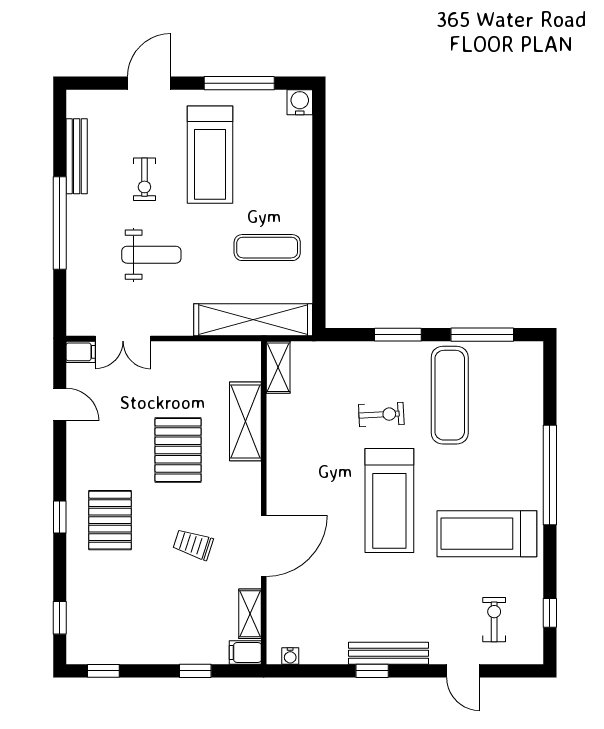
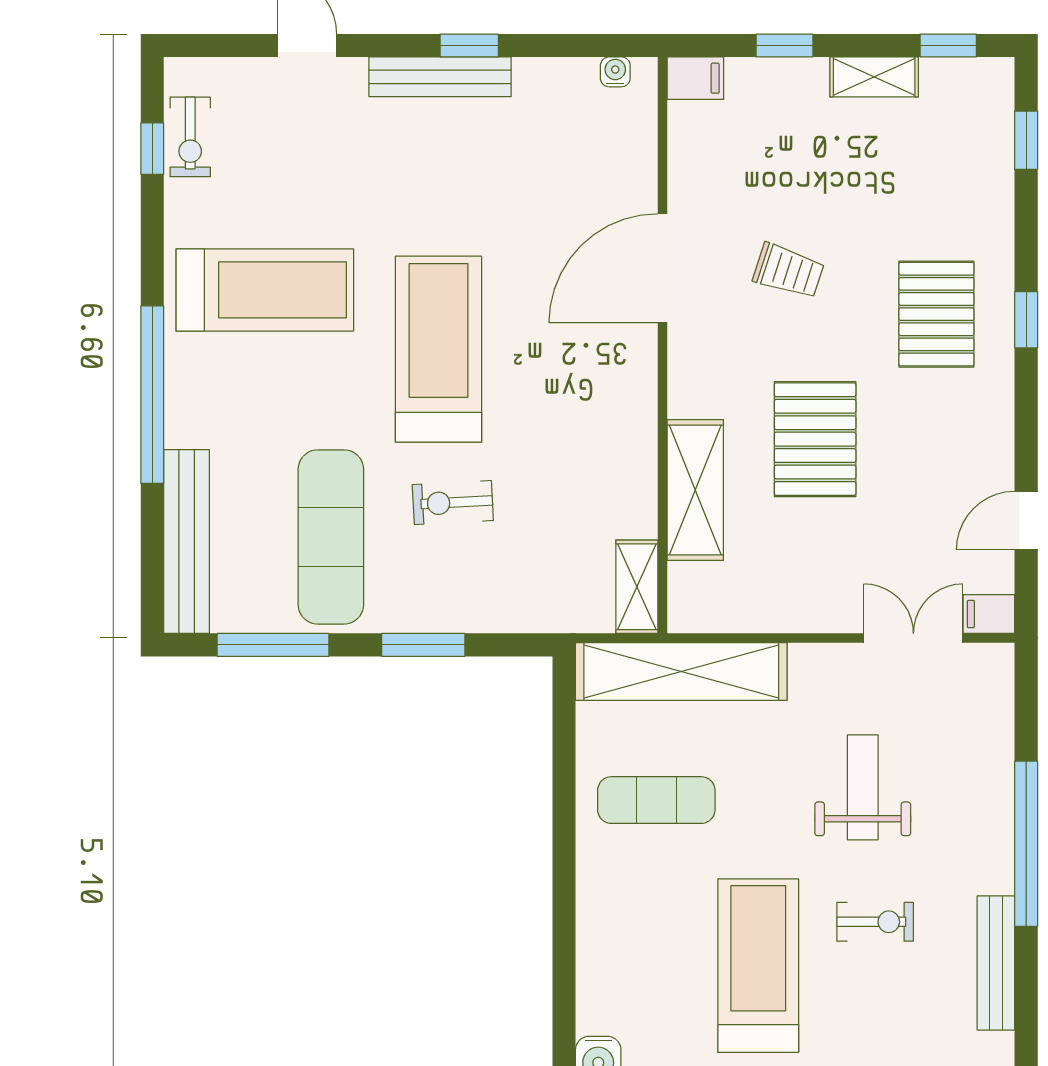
exercise bike: (144, 179) -> (875, 922), turned 90
weight bench: (151, 255) -> (863, 787), turned 90
bench: (531, 393) -> (187, 542), added
door: (60, 404) -> (1026, 520), hinge flipped
shelving: (250, 614) -> (874, 77), moved, turned 90
exercise bike: (494, 620) -> (190, 137), moved

